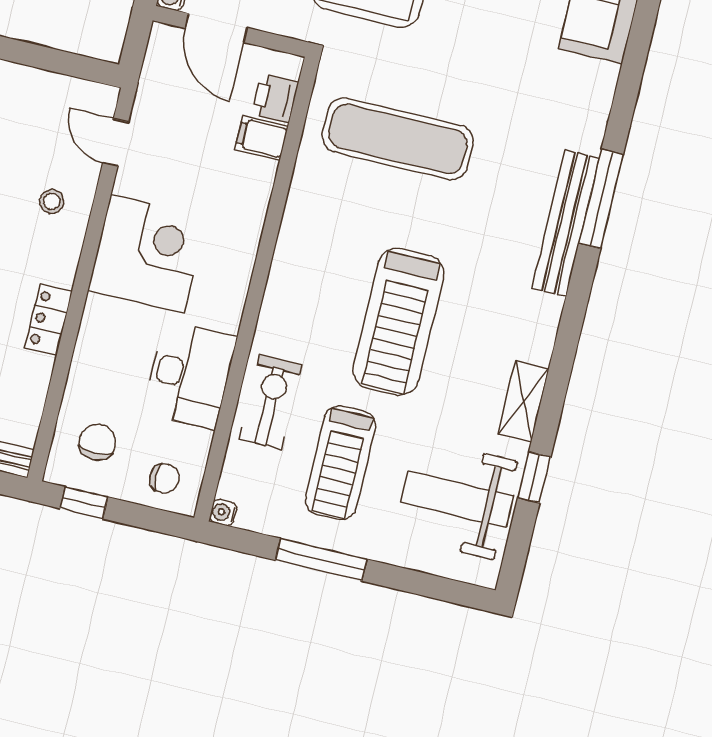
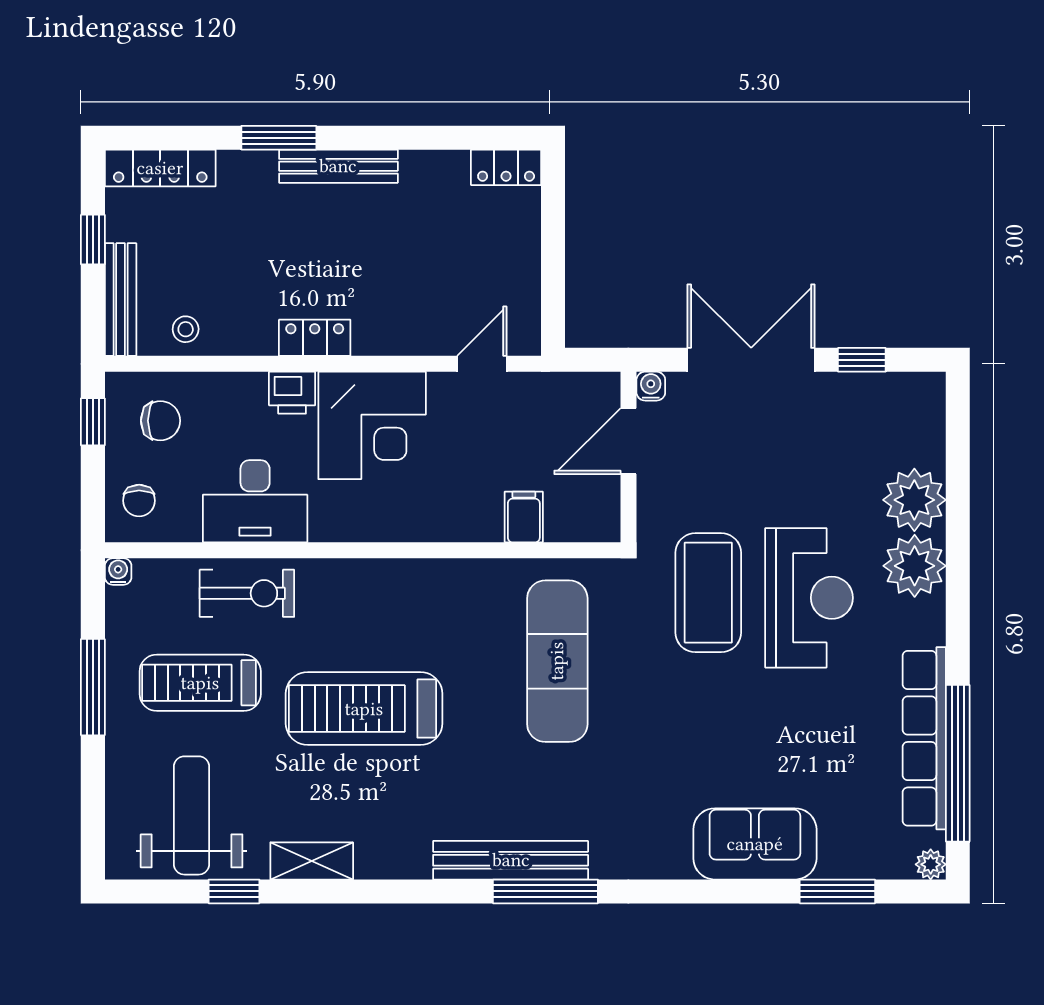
printer: (275, 98) -> (292, 393), moved, turned 180
stool: (52, 201) -> (186, 329), moved
locker: (48, 320) -> (315, 338), moved

